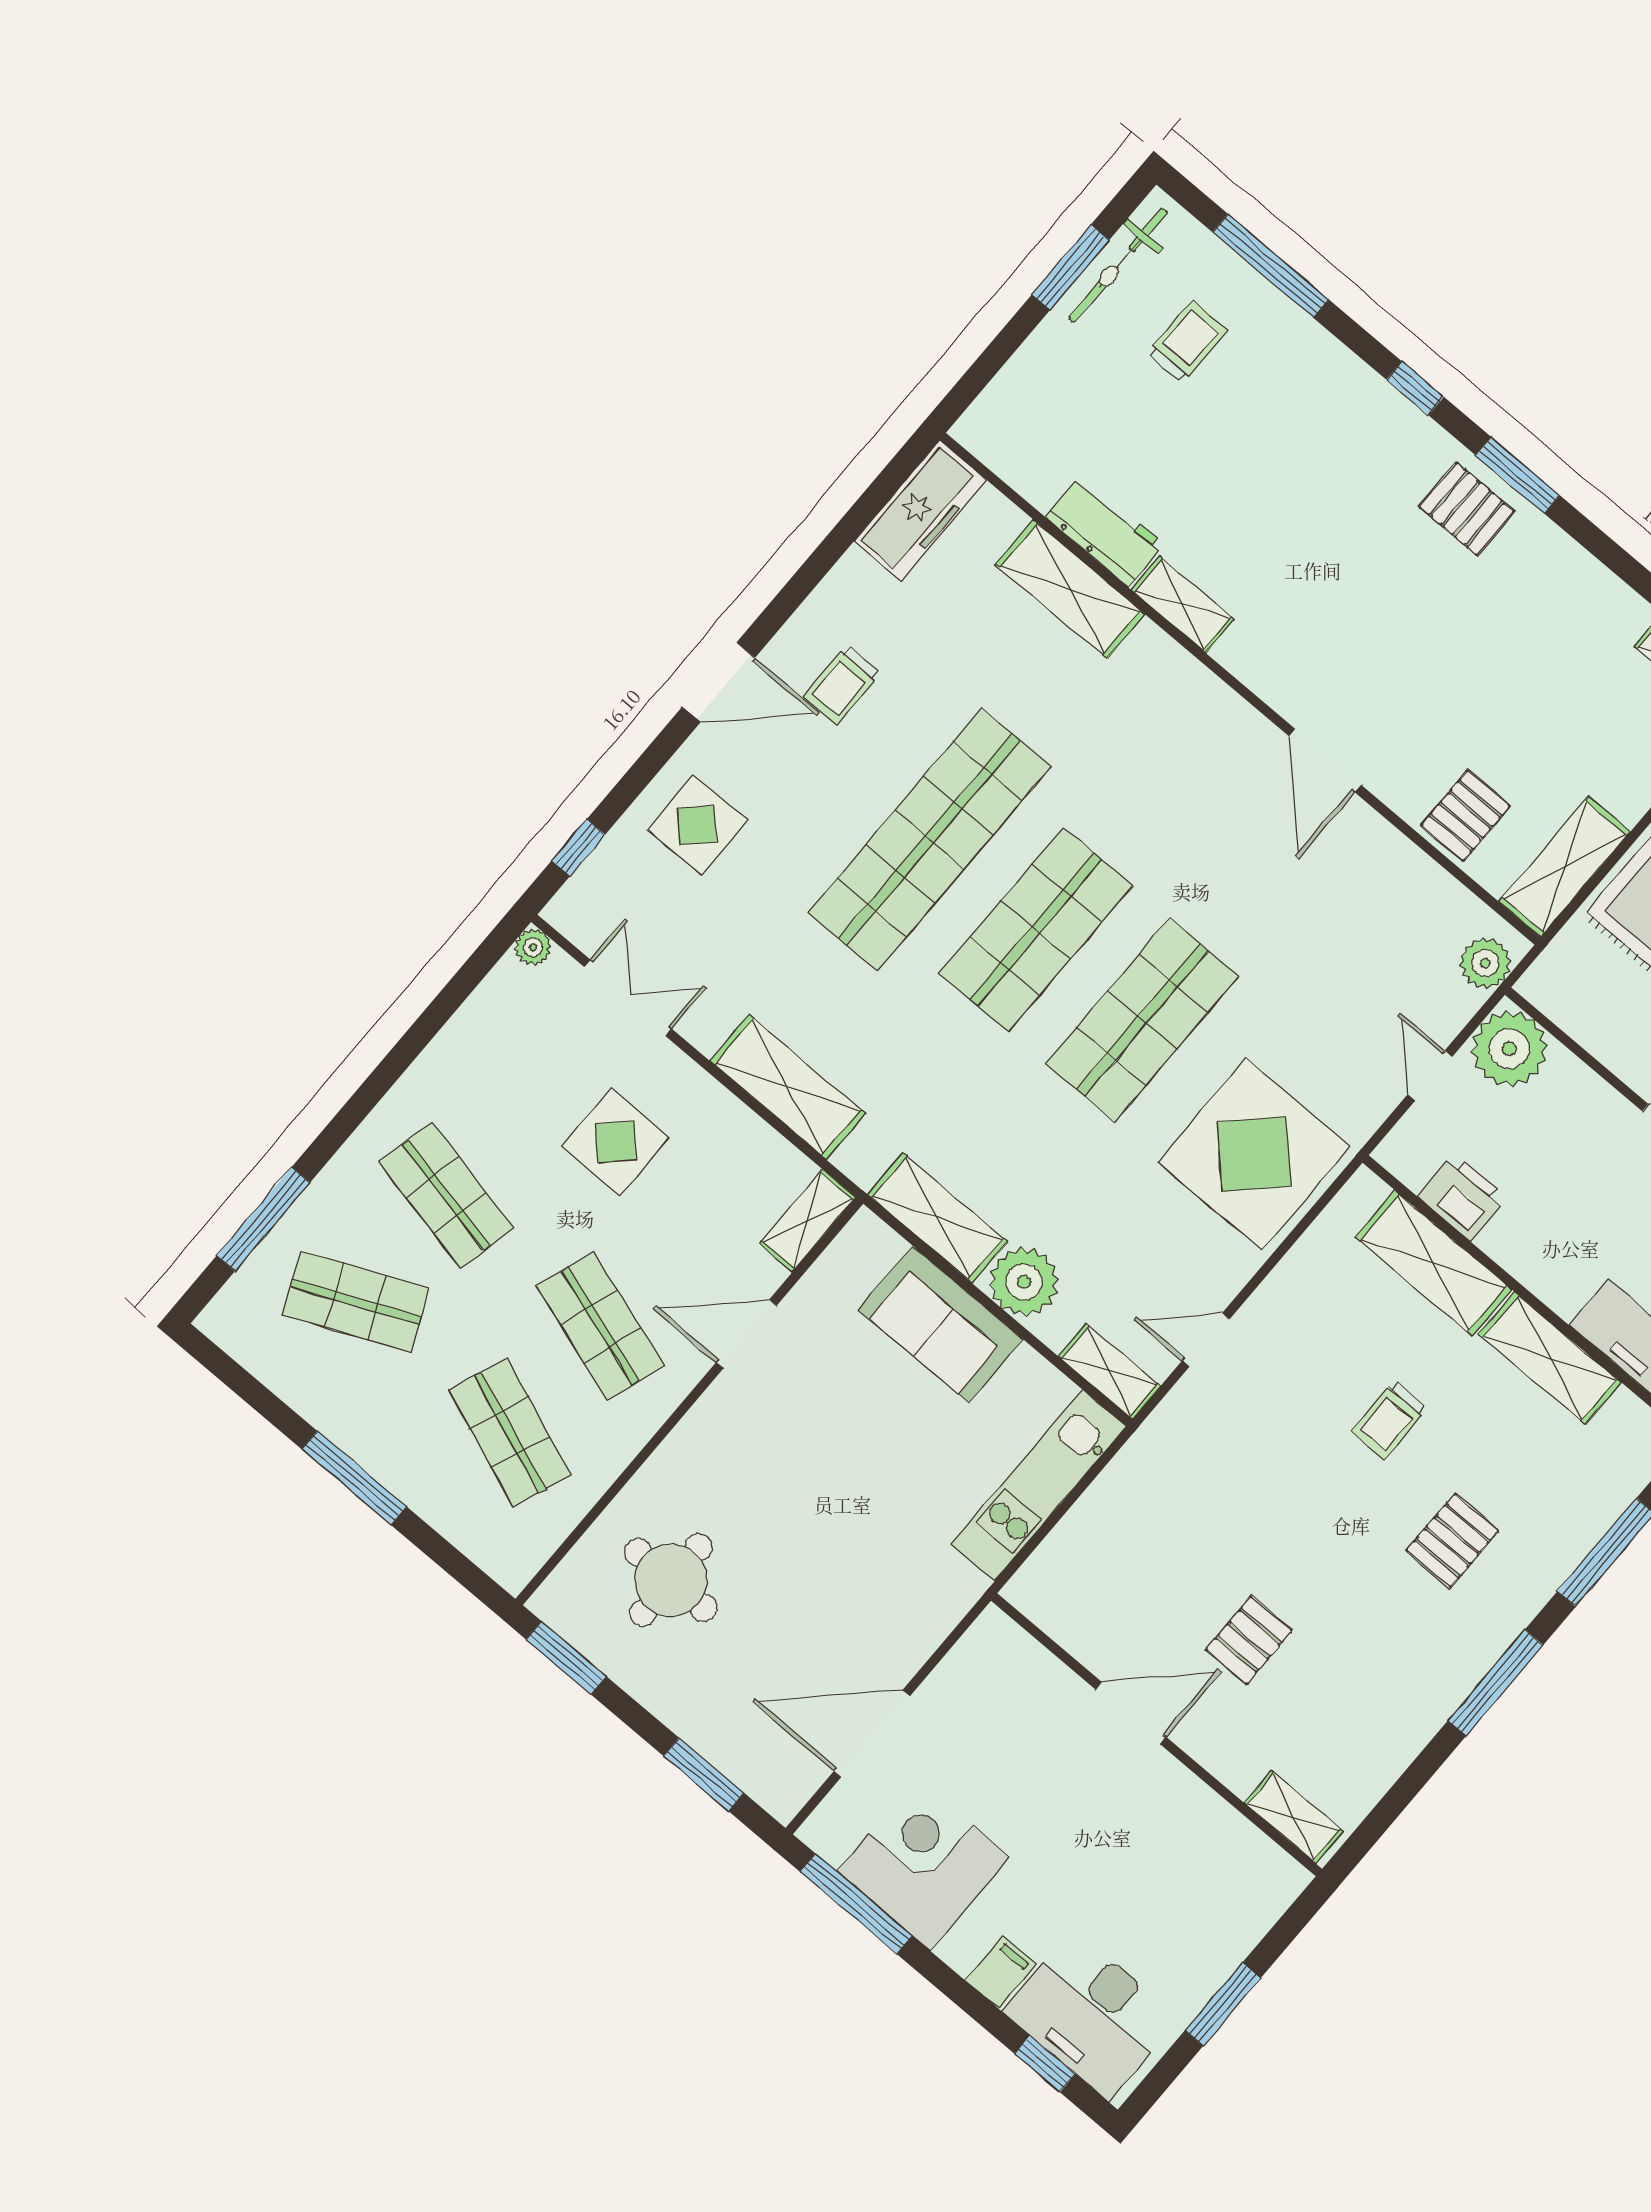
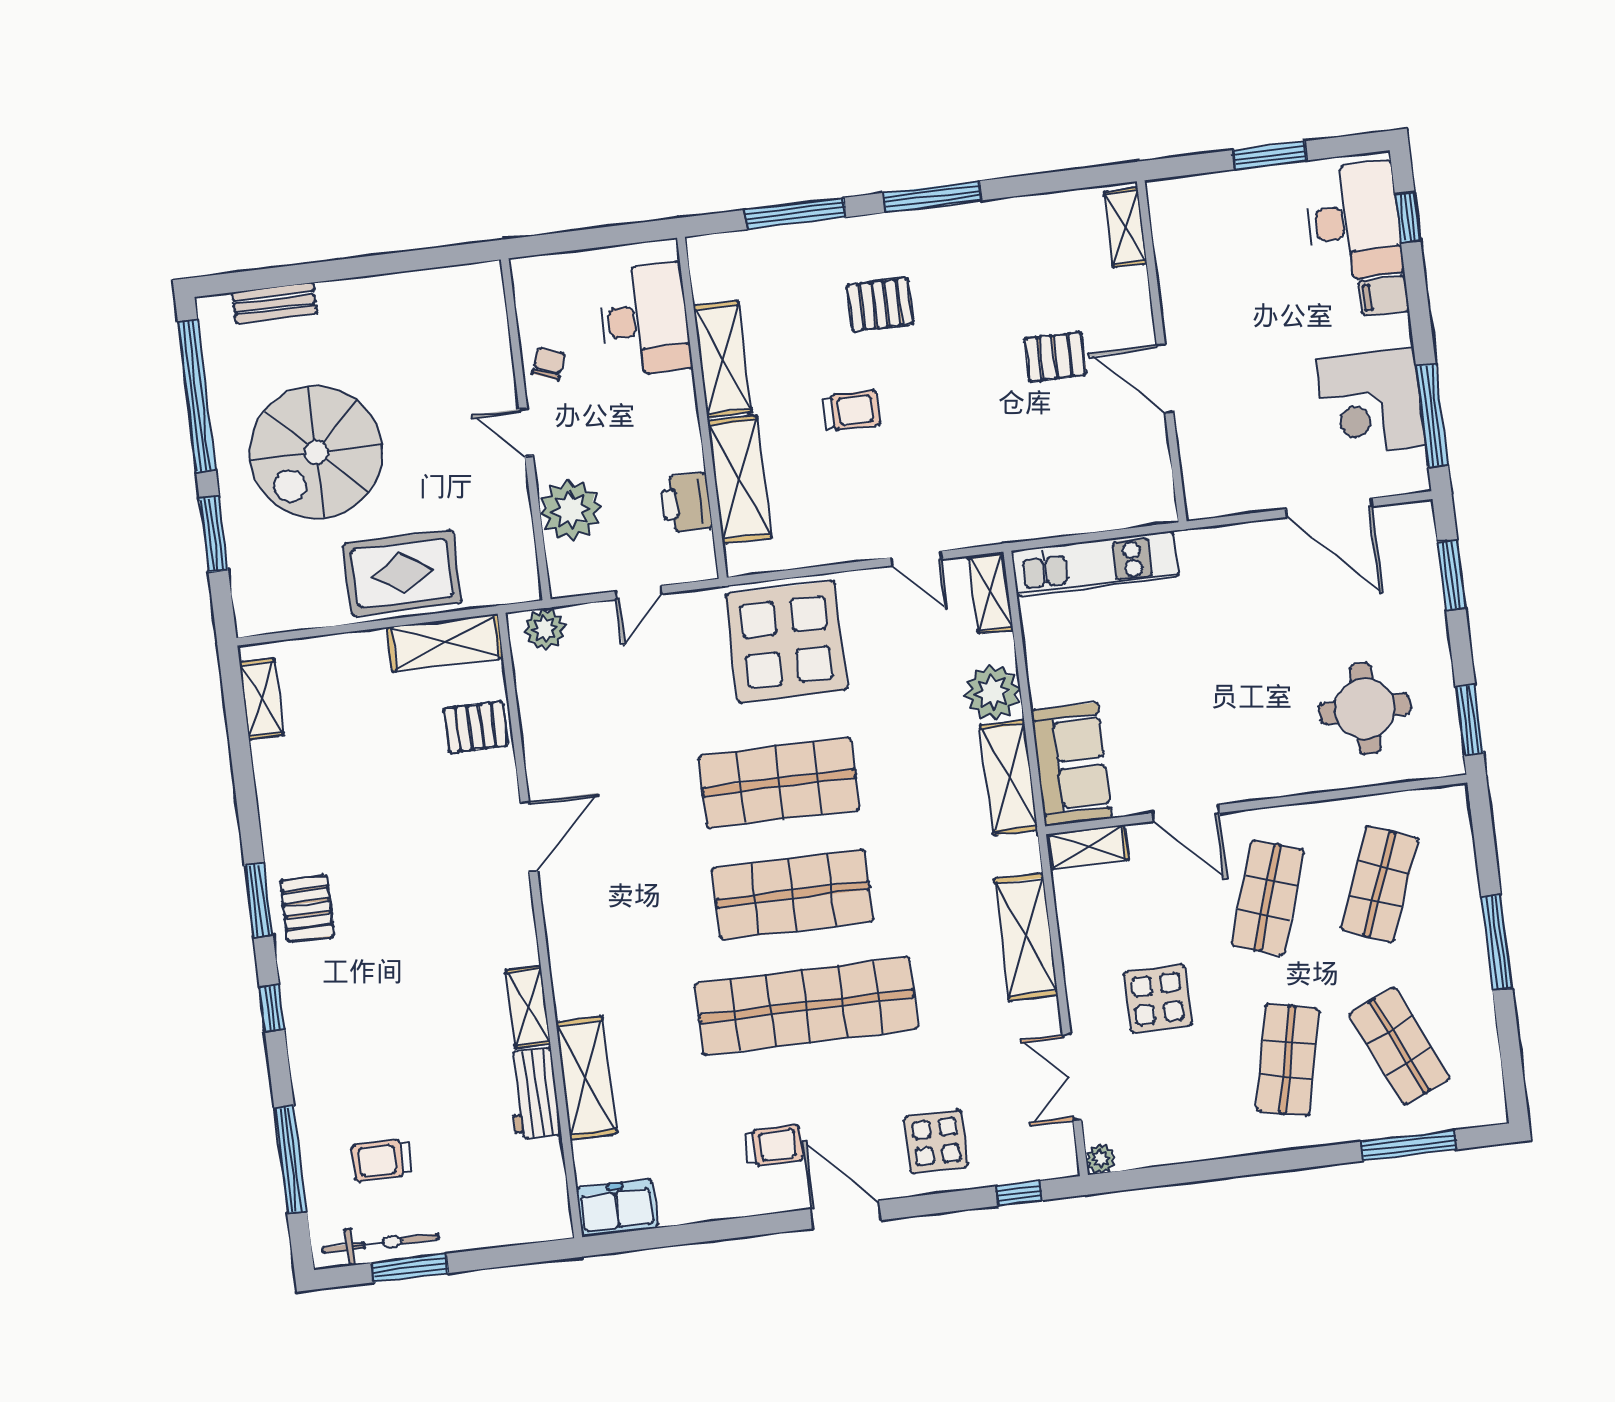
freezer: (920, 511) -> (617, 1208), width x0.71
plant: (1509, 1049) -> (571, 510), moved
sofa: (941, 1324) -> (1071, 764), moved

